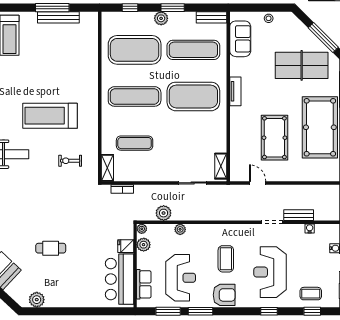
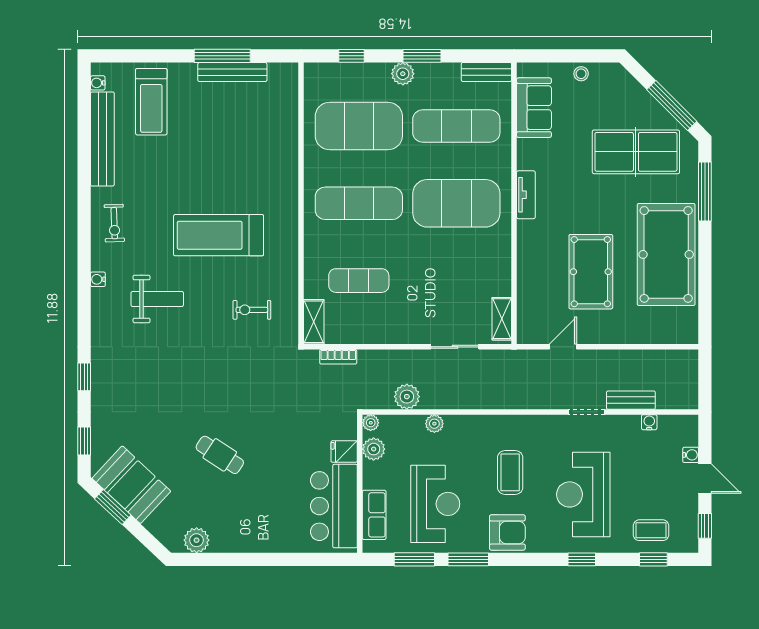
door: (258, 183) -> (563, 347), hinge flipped
cafe table: (51, 248) -> (220, 455), turned 33

